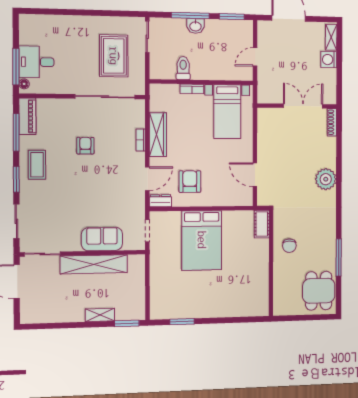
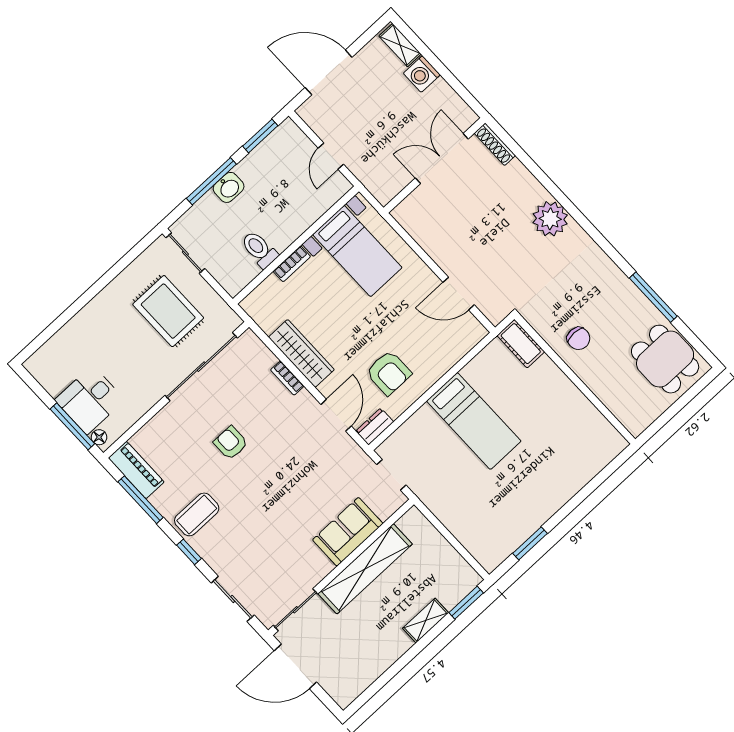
coffee table: (37, 165) -> (197, 514), turned 90
window: (16, 179) -> (189, 552), width x0.67
armchair: (190, 182) -> (389, 373), turned 180
bed: (202, 240) -> (474, 421), width x0.67

